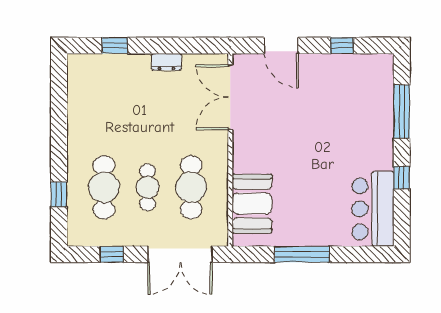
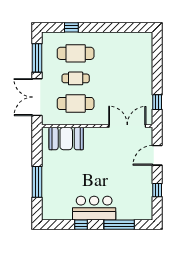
window: (115, 46) -> (157, 102), moved
dresser: (166, 62) -> (148, 89), removed
bar counter: (373, 209) -> (94, 208), moved
window: (112, 254) -> (37, 58), width x2.17
window: (302, 254) -> (37, 182), moved

